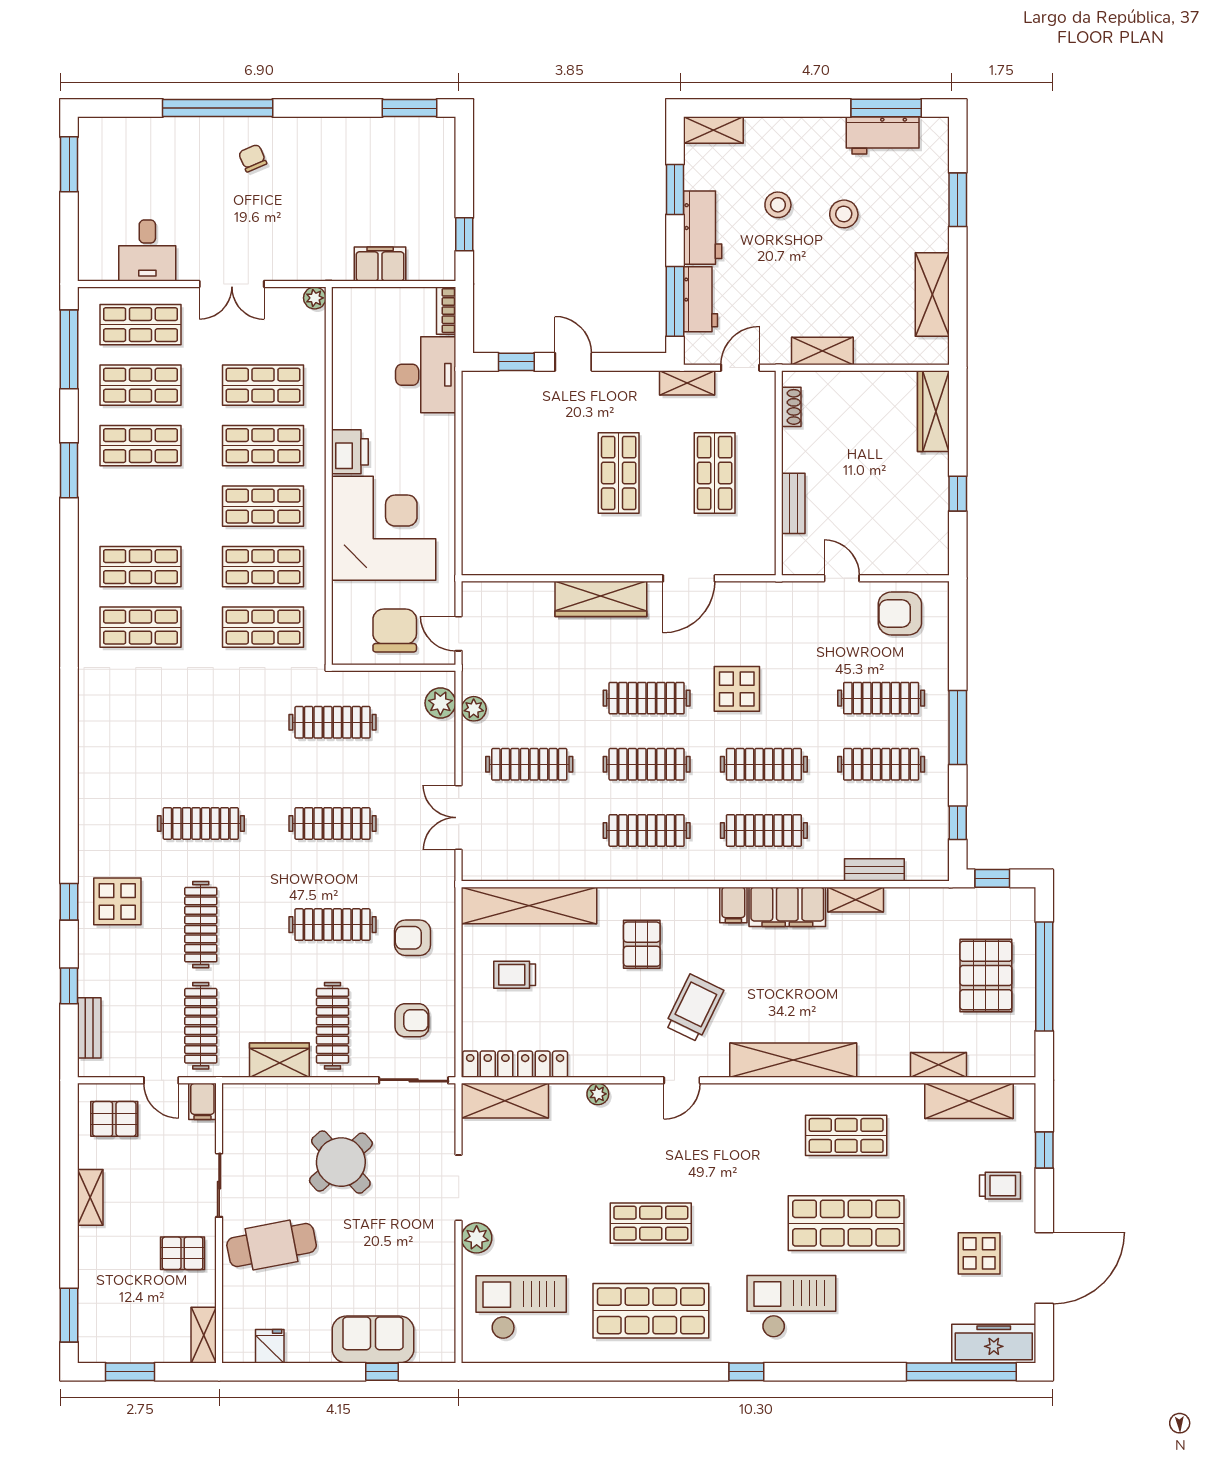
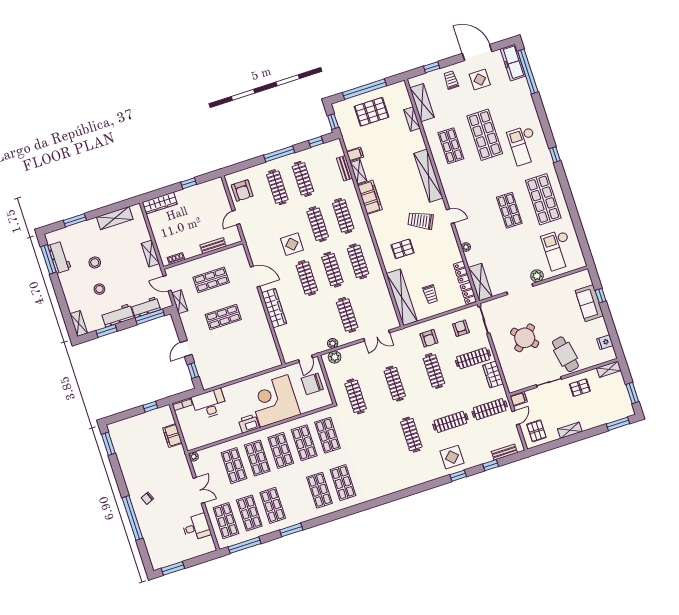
filing cabinet: (733, 905) -> (355, 154), moved
pallet: (183, 1253) -> (580, 388), turned 90

